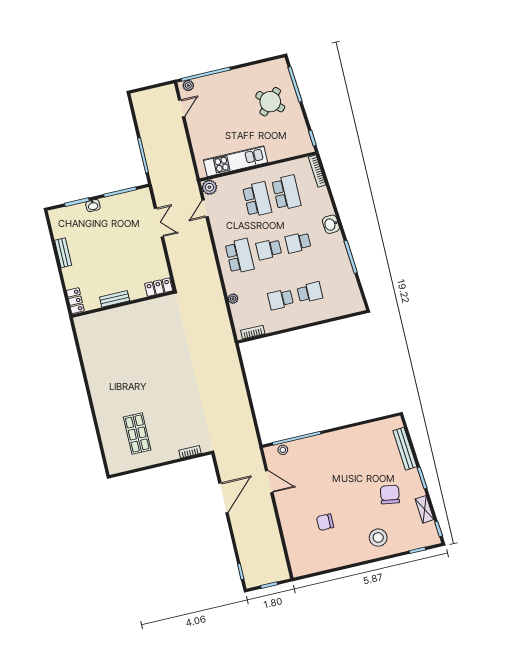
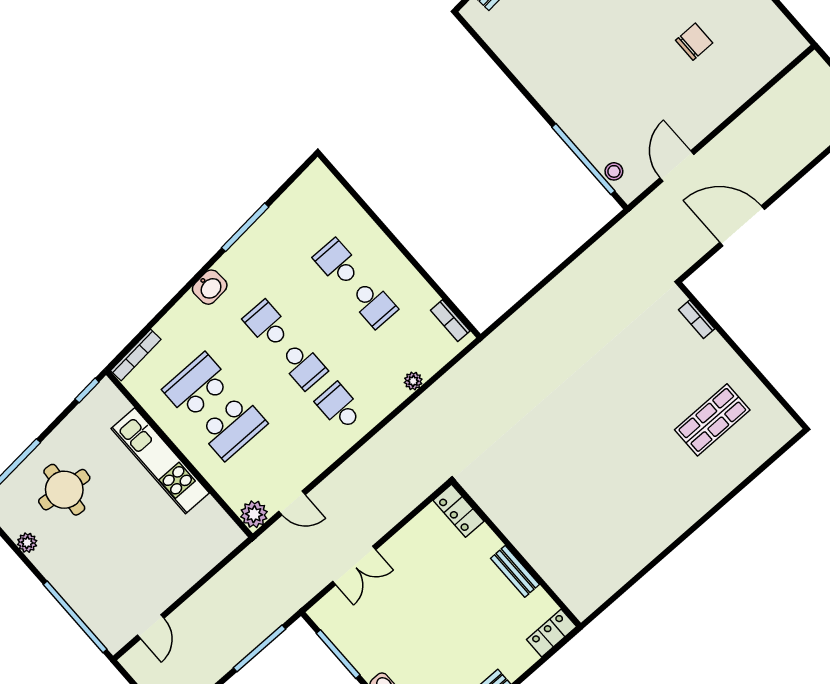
plant: (188, 85) -> (27, 543), moved
round table: (270, 102) -> (64, 490), turned -38
door: (182, 108) -> (151, 627), swing flipped
kitchen unit: (235, 161) -> (160, 461), moved
school desk: (257, 199) -> (233, 427), turned 180
double door: (159, 223) -> (354, 565), swing flipped
school desk: (298, 242) -> (267, 324), turned 180
school desk: (240, 256) -> (339, 407), width x0.54
chair: (325, 522) -> (694, 42), turned -90

